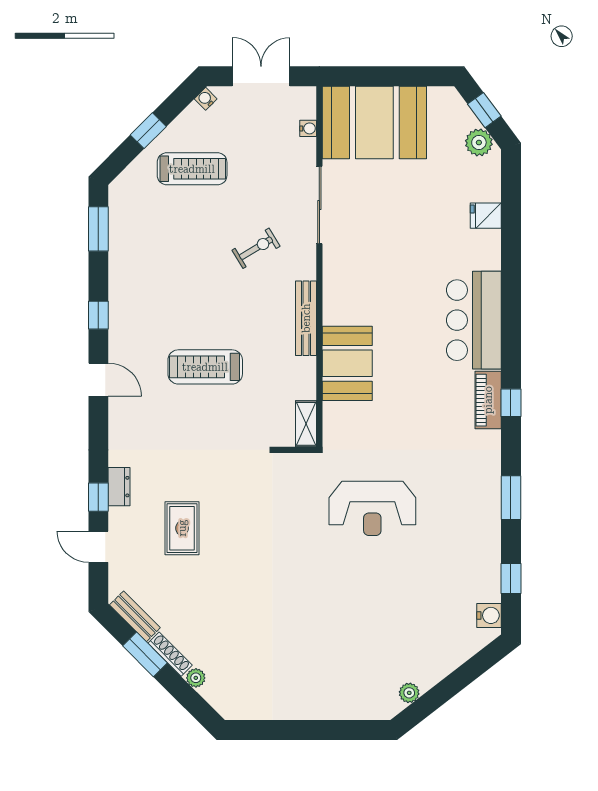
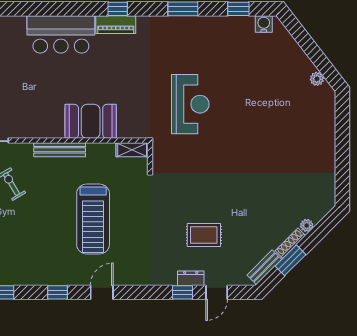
treadmill: (205, 367) -> (93, 219), width x1.37, depth x1.38
dresser: (119, 487) -> (191, 278), moved

